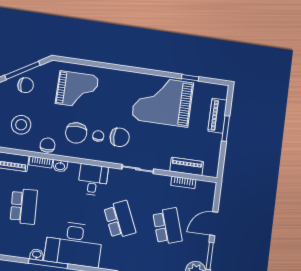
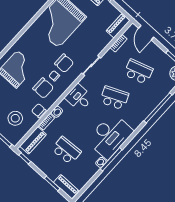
chair: (120, 137) -> (64, 63), turned 90
piano: (187, 166) -> (118, 26), moved
door: (214, 224) -> (146, 33), moved

